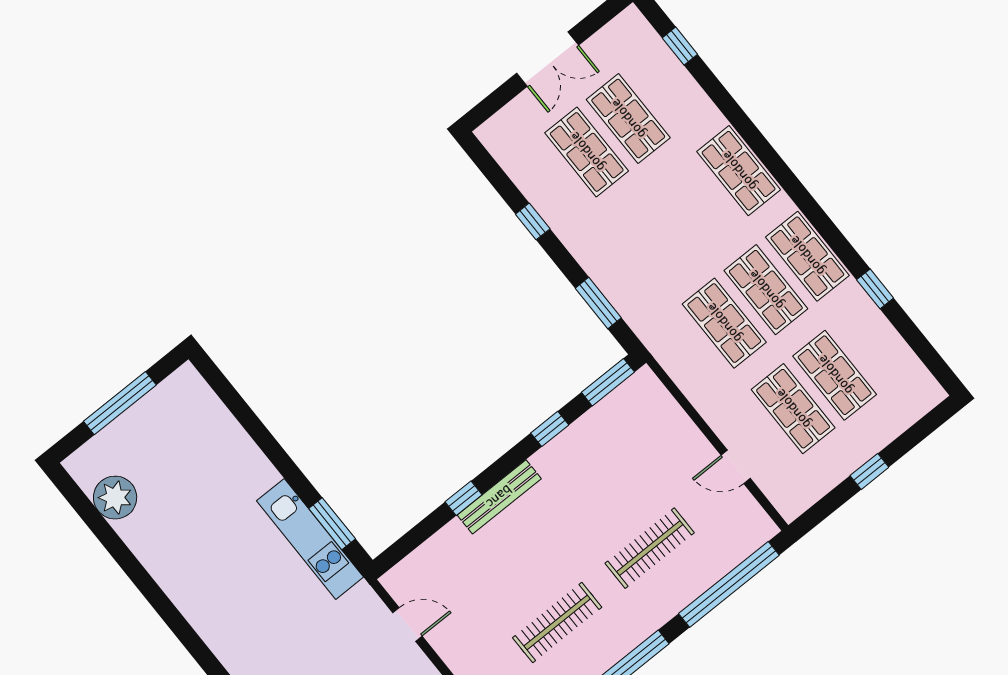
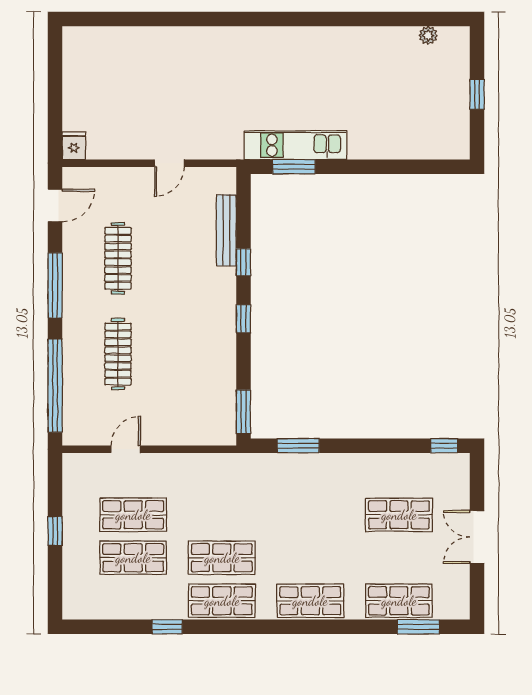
window: (680, 46) -> (418, 627), width x1.50
shop shelf: (628, 119) -> (399, 601), moved
window: (533, 221) -> (444, 446), moved
shop shelf: (724, 323) -> (222, 515), removed
window: (120, 403) -> (477, 94), width x0.46
window: (550, 429) -> (243, 319), moved
bench: (499, 497) -> (226, 230), moved
plant: (115, 498) -> (428, 35), width x0.53, depth x0.53
door: (407, 624) -> (169, 163), moved

